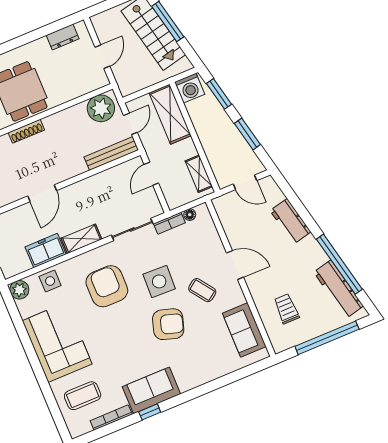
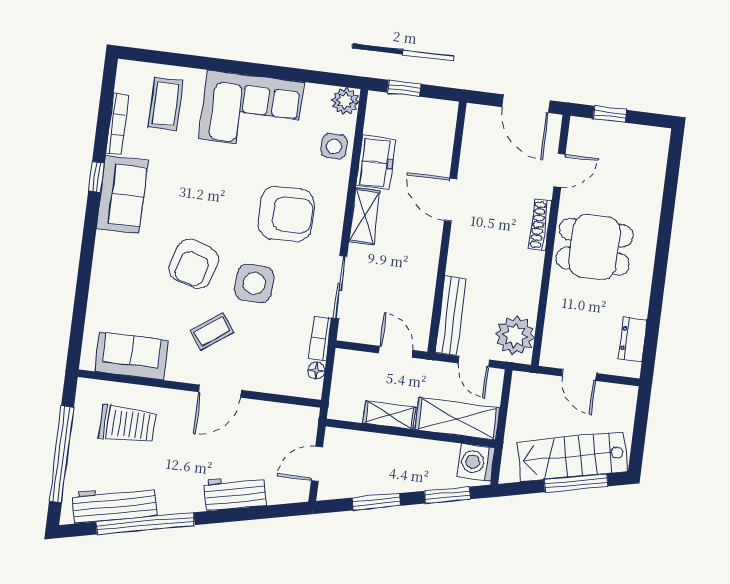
shelving: (199, 174) -> (389, 415), moved
trolley: (286, 309) -> (127, 424), width x1.36, depth x1.39

